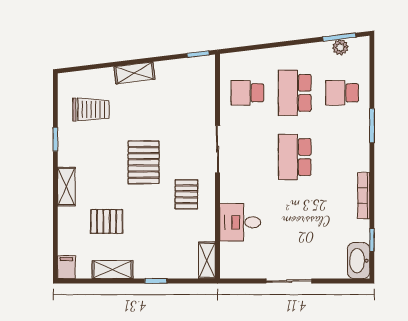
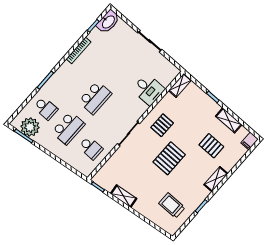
plant: (340, 47) -> (30, 127), width x1.88, depth x1.88
shelving: (134, 73) -> (124, 196), moved

